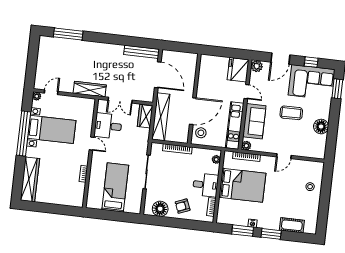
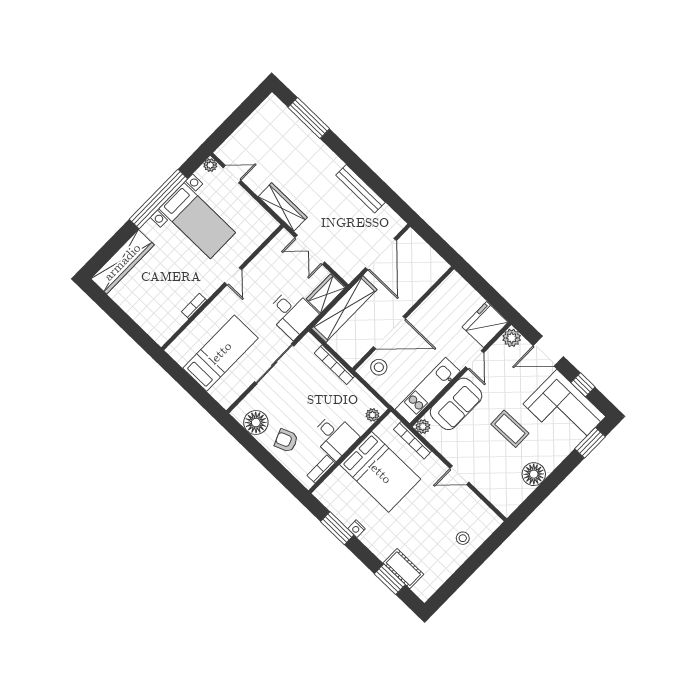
bench: (142, 52) -> (360, 189), moved
desk: (108, 126) -> (292, 313), moved, turned 180
window: (271, 234) -> (390, 579), moved

